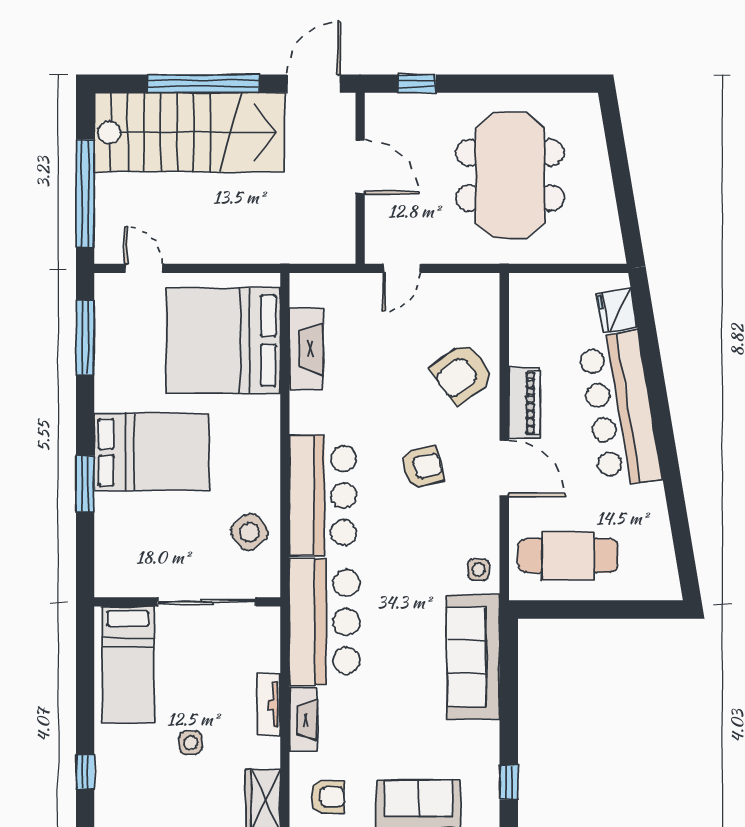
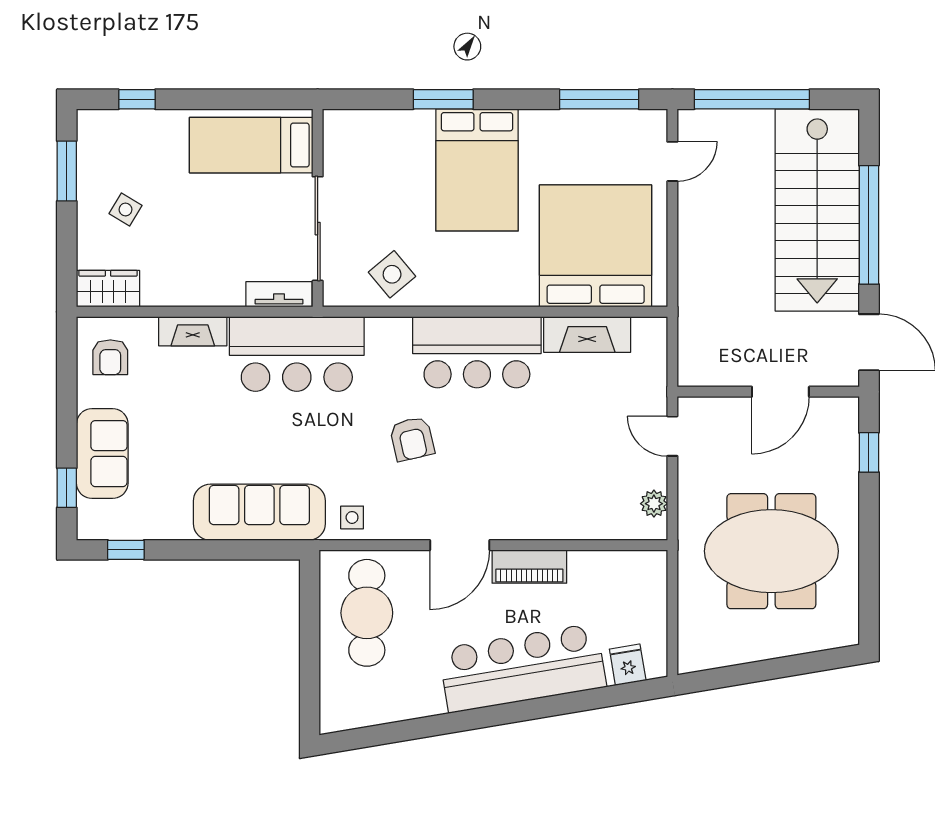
plant: (465, 286) -> (654, 504), added
fridge: (617, 310) -> (628, 665), width x0.72
armchair: (462, 373) -> (561, 500), removed
armchair: (422, 467) -> (412, 439), moved
bar counter: (323, 496) -> (477, 352), moved
tv unit: (268, 705) -> (279, 294), moved
side table: (191, 743) -> (125, 210), moved, turned 31

